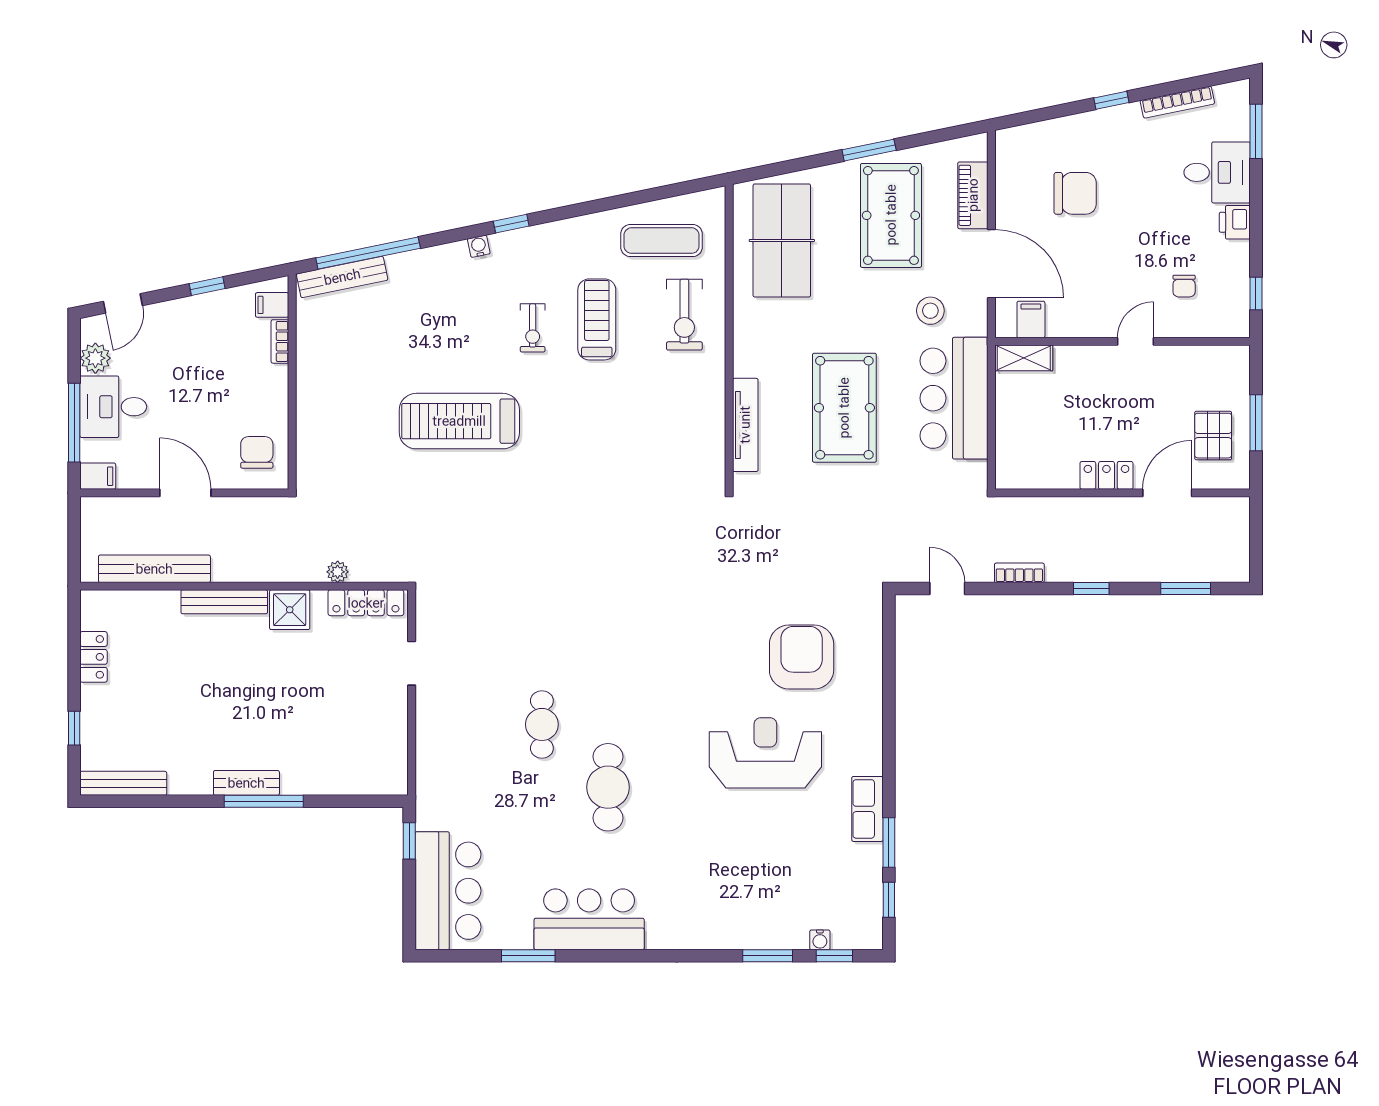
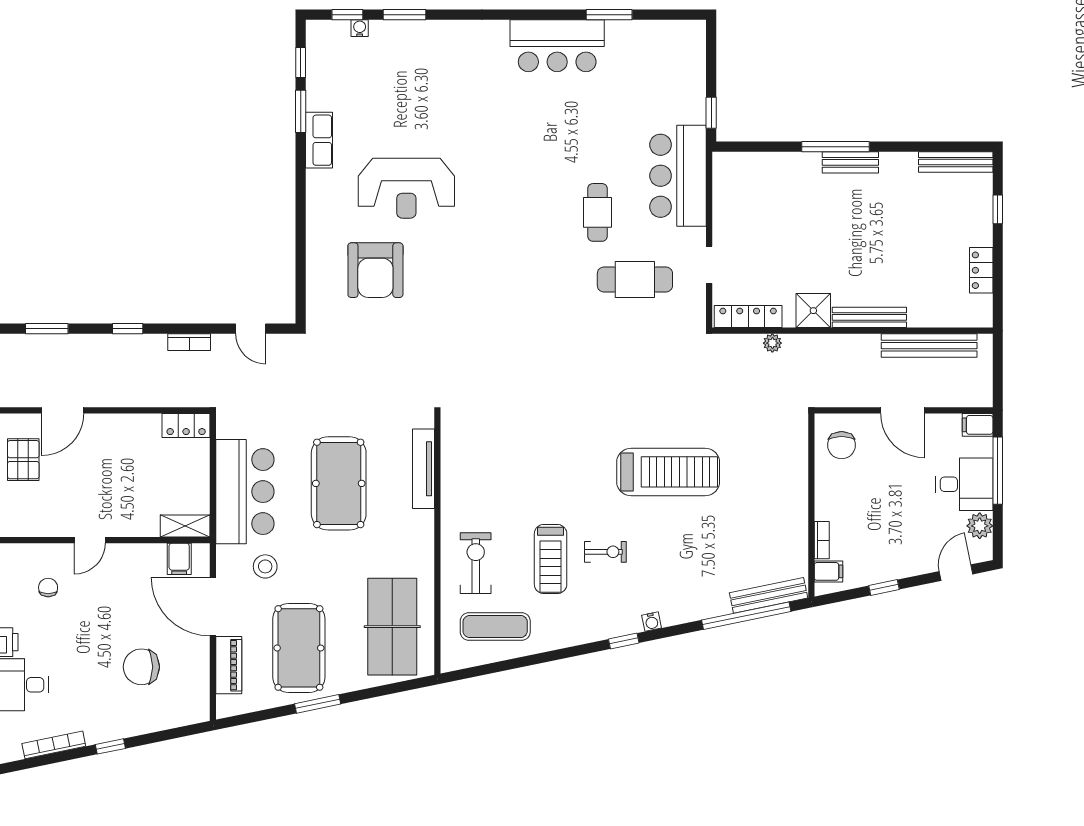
exercise bike: (533, 328) -> (605, 552), turned 90
locker: (1106, 475) -> (186, 426), moved
cafe table: (608, 787) -> (635, 280), moved, turned 90
bar counter: (448, 891) -> (678, 176), moved

